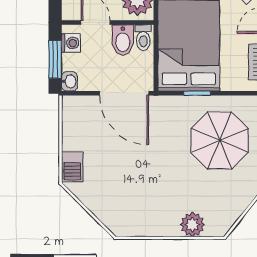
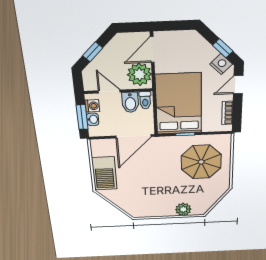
washbasin: (69, 81) -> (93, 119), moved
door: (124, 93) -> (133, 136), hinge flipped
barbecue: (72, 167) -> (104, 173), width x1.88, depth x1.53

